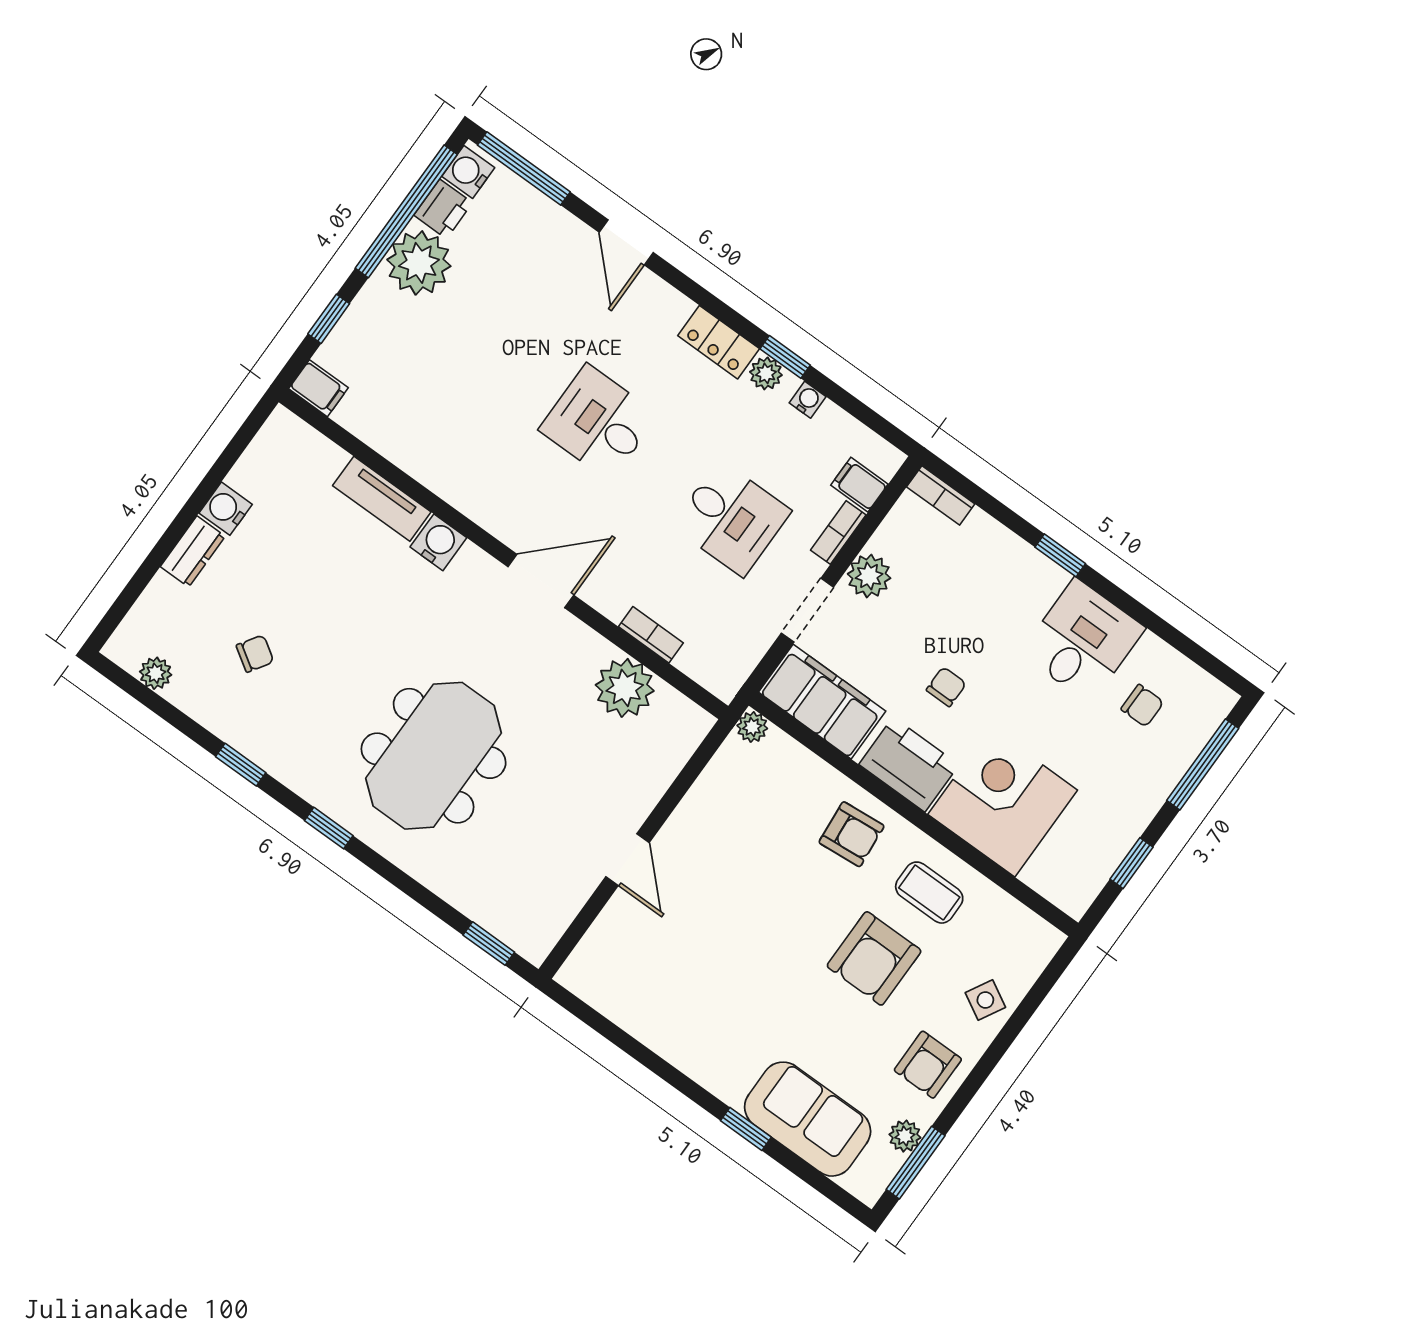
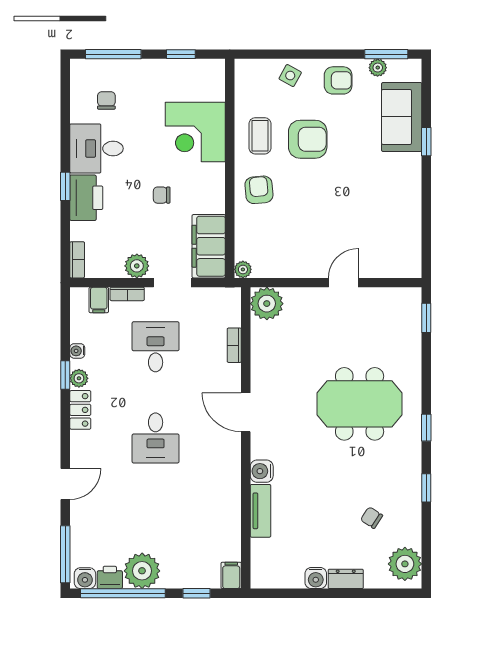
plant: (156, 673) -> (405, 564), width x1.88, depth x1.88
plant: (625, 688) -> (267, 304), moved
printer: (909, 765) -> (86, 198), moved, turned 180

